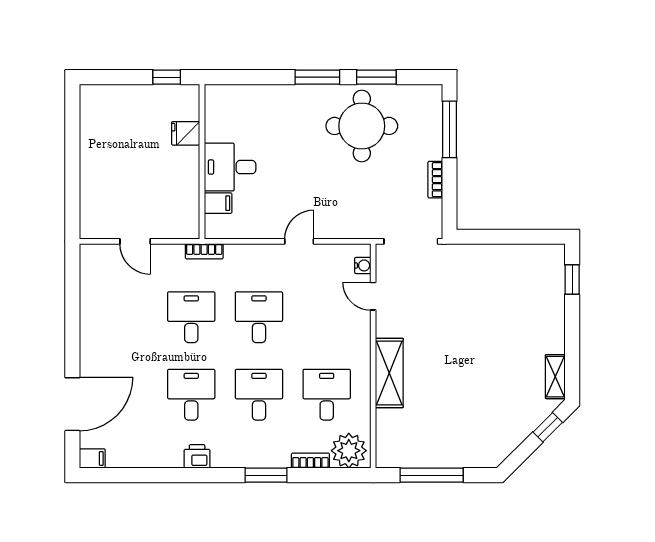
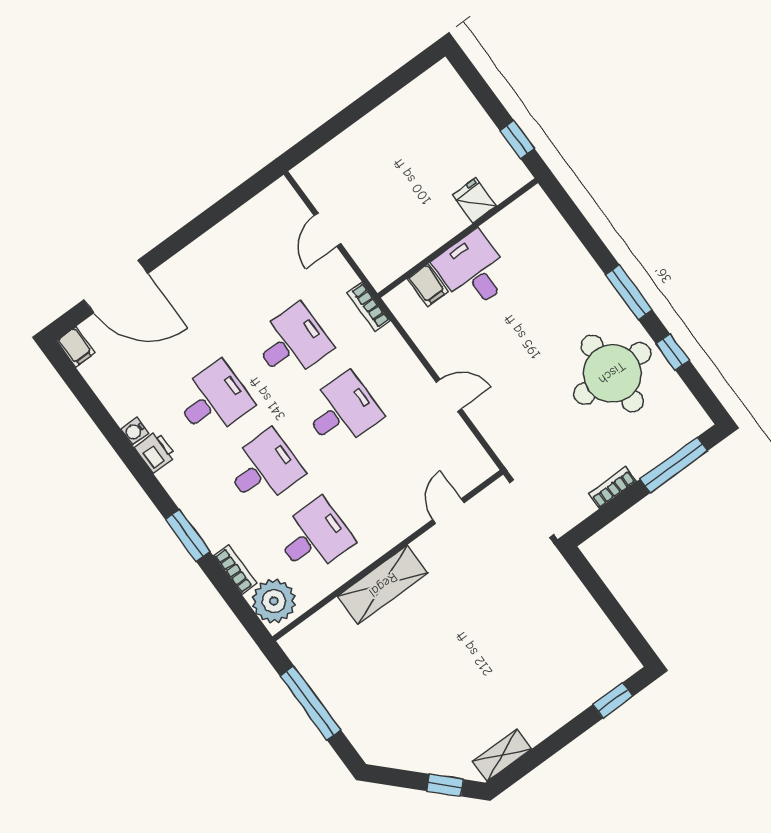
window: (376, 77) -> (673, 352), width x0.67
water cooler: (363, 265) -> (135, 431), moved, turned 90

